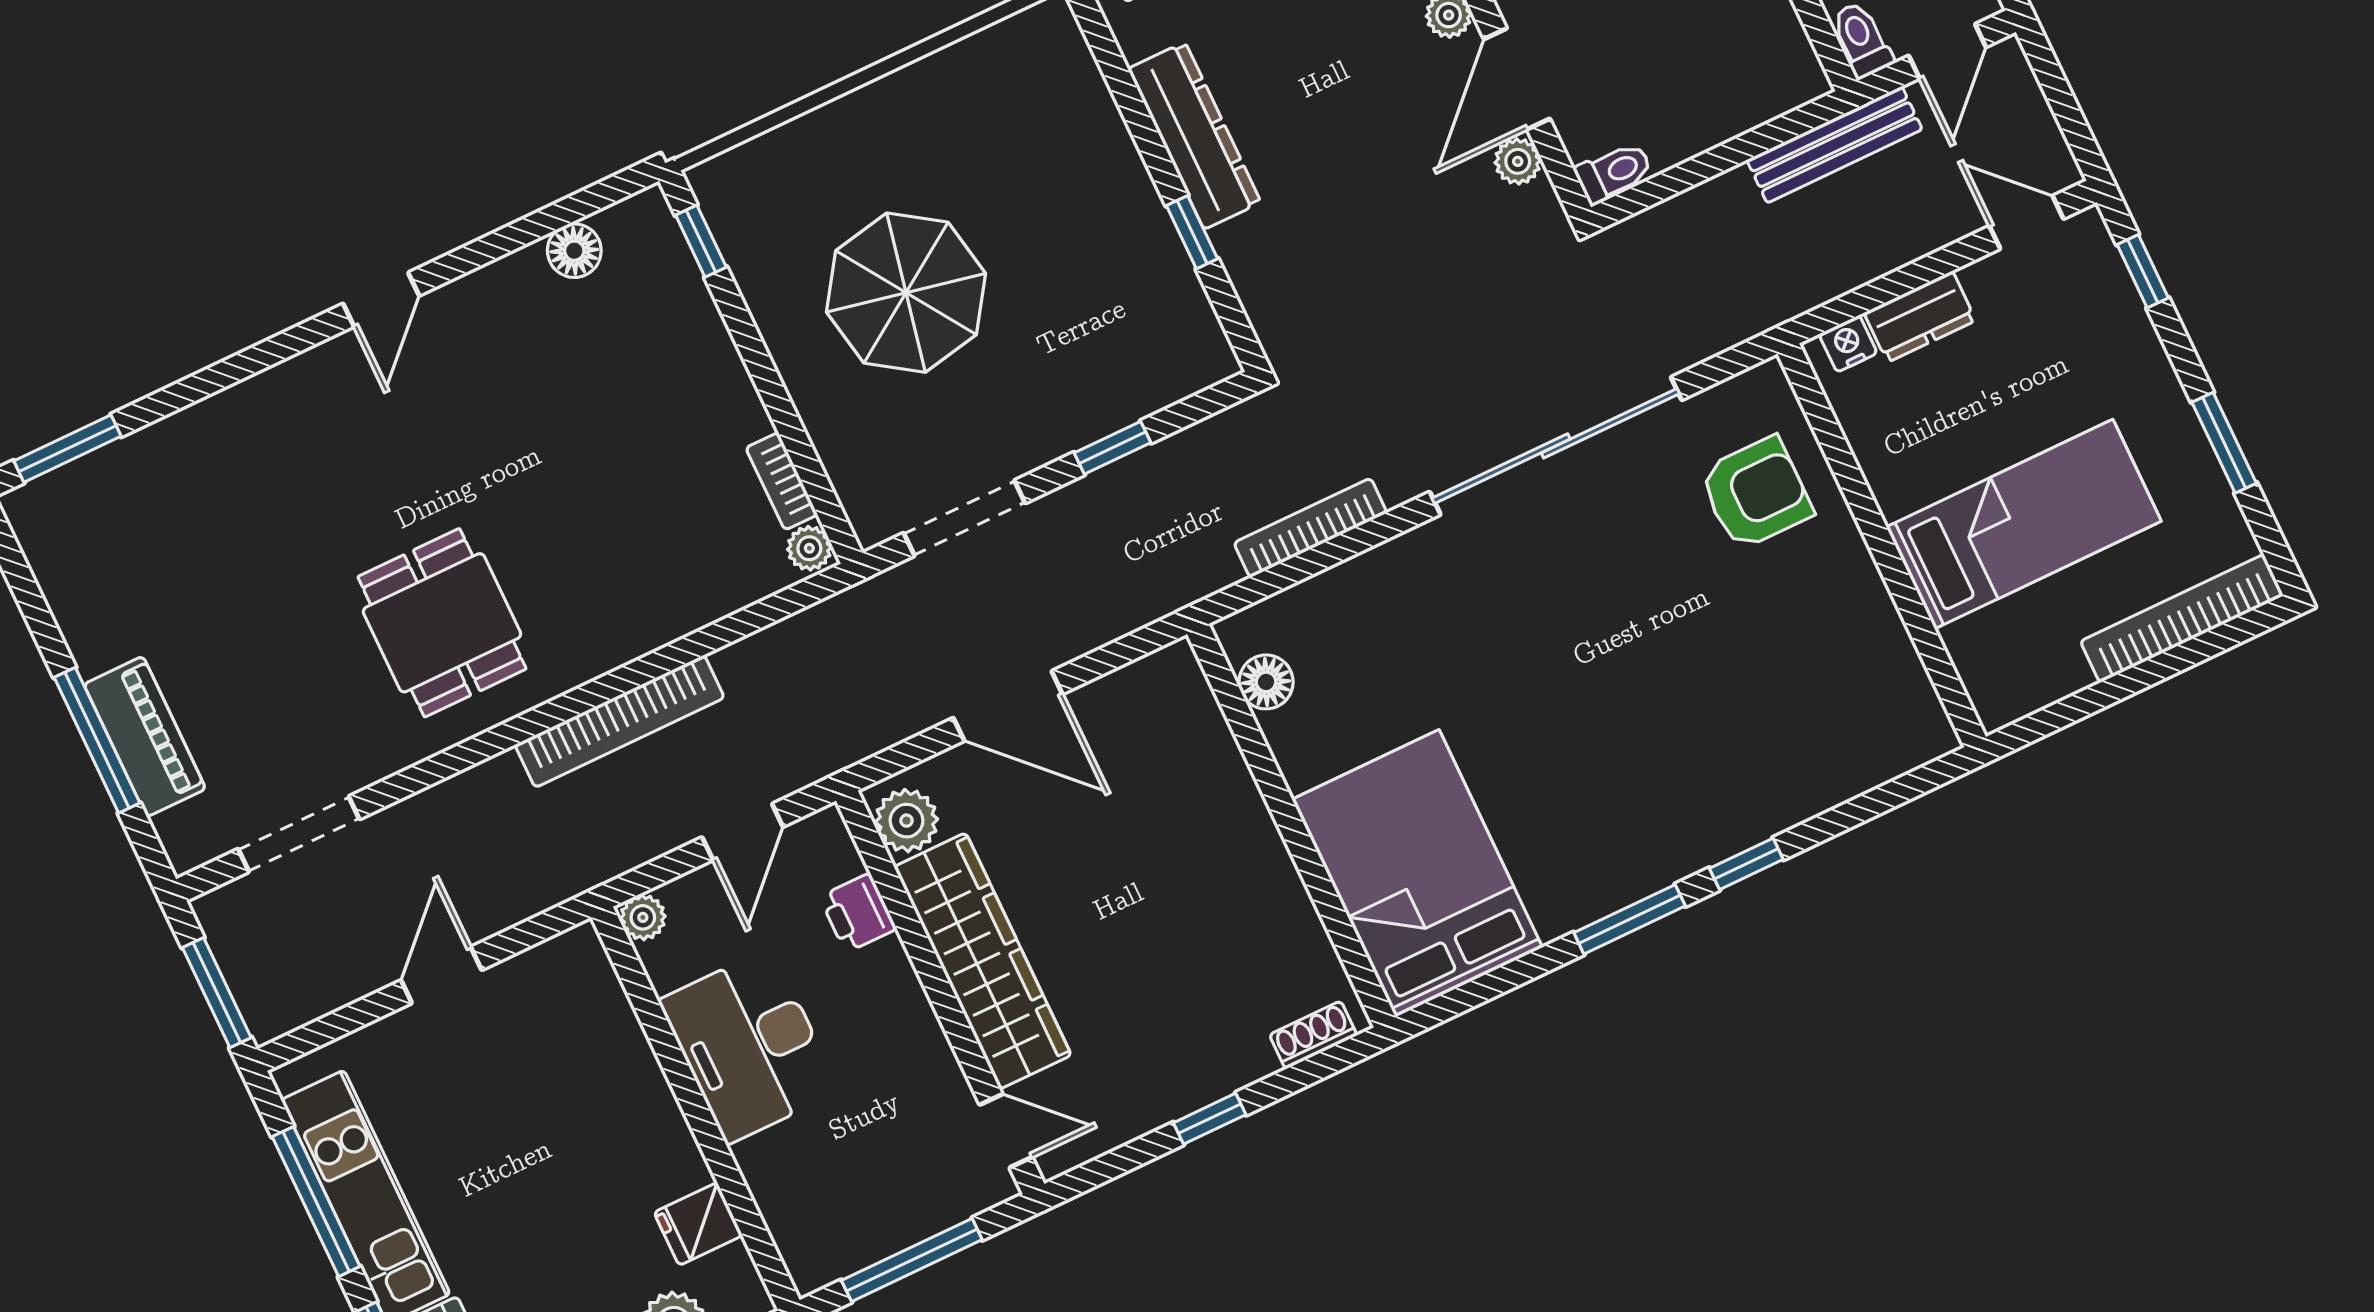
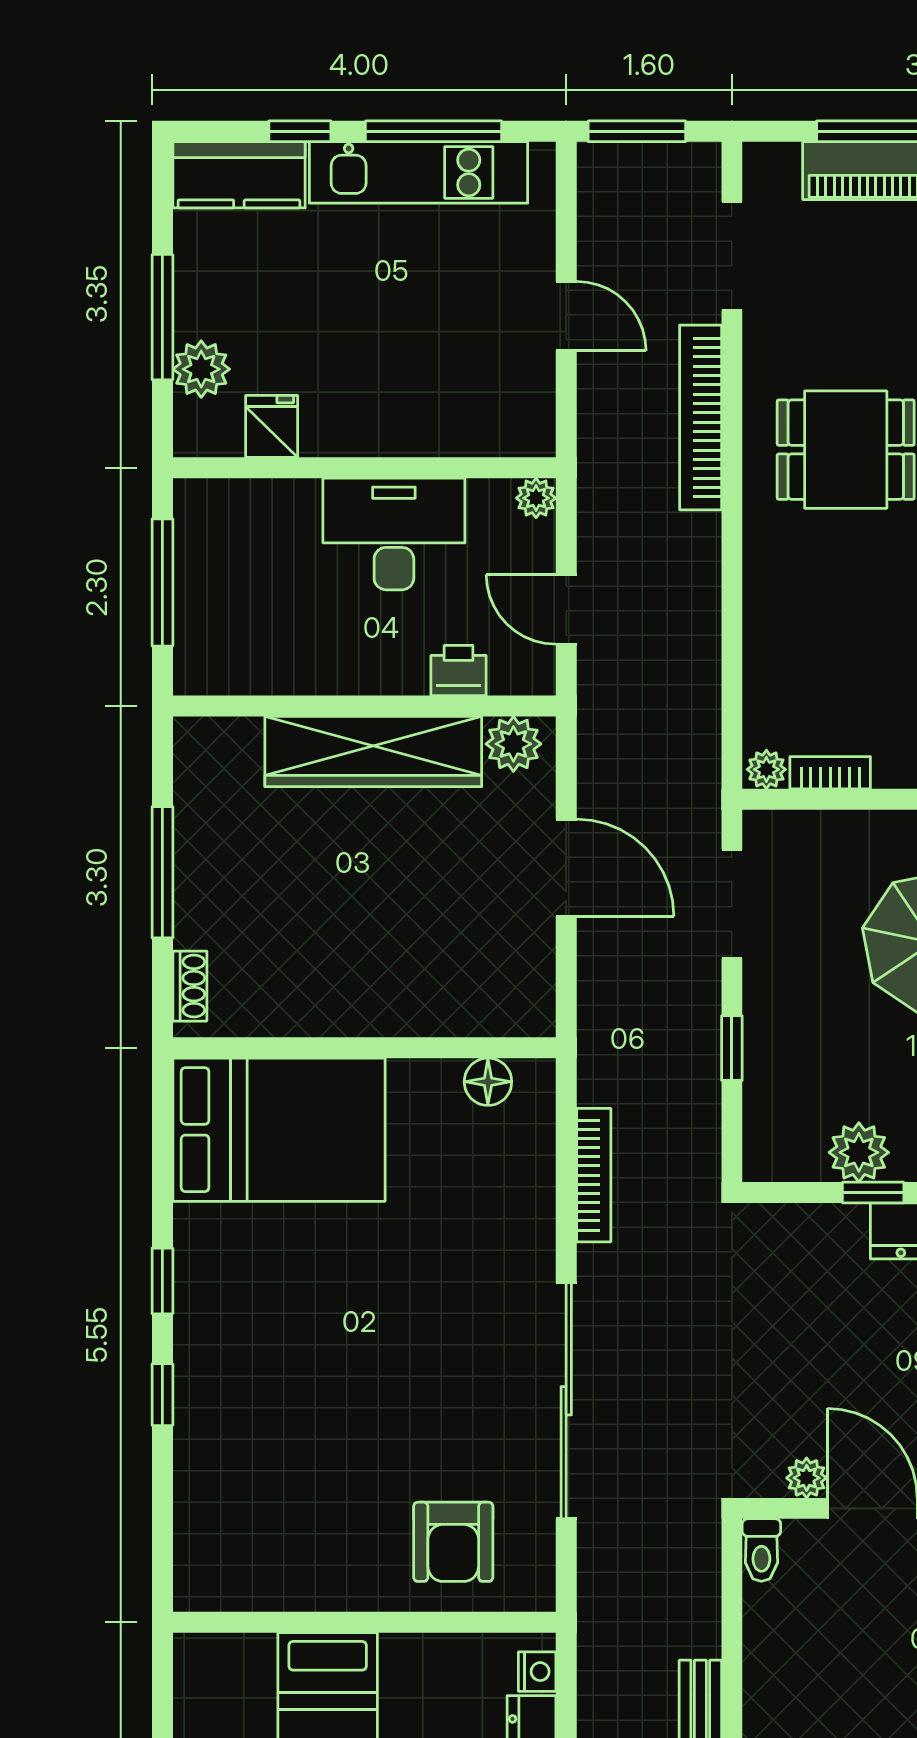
plant: (1158, 266) -> (859, 1152), added
door: (1008, 706) -> (566, 868), swing flipped
bookcase: (620, 721) -> (701, 417), moved
window: (1630, 919) -> (162, 1281), width x0.67
window: (1210, 1119) -> (162, 872), width x2.17
door: (1006, 1131) -> (230, 706), removed

